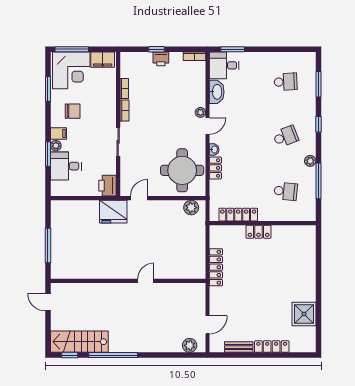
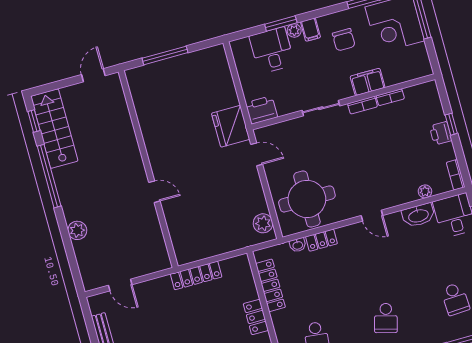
filing cabinet: (103, 60) -> (368, 82), moved, turned 90
plant: (200, 112) -> (425, 191), moved
school desk: (286, 136) -> (386, 318), turned 36
washbasin: (214, 150) -> (298, 245), moved
plant: (190, 345) -> (77, 230), moved

